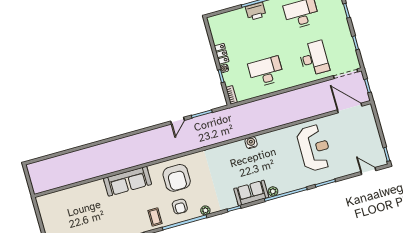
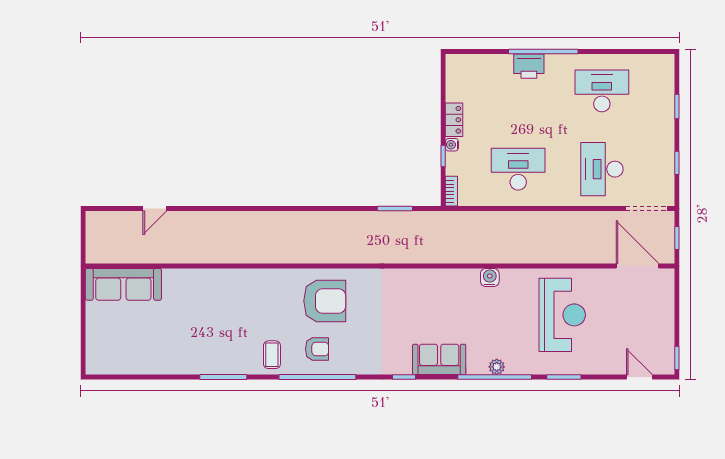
desk: (314, 58) -> (602, 169), turned 180
door: (178, 121) -> (155, 209), moved
water cooler: (251, 143) -> (490, 277), moved
armchair: (177, 178) -> (325, 301), turned -90
sofa: (128, 181) -> (123, 284), moved
plant: (273, 191) -> (497, 367), moved
armchair: (180, 206) -> (317, 349), turned -90
plant: (205, 210) -> (357, 367), removed

